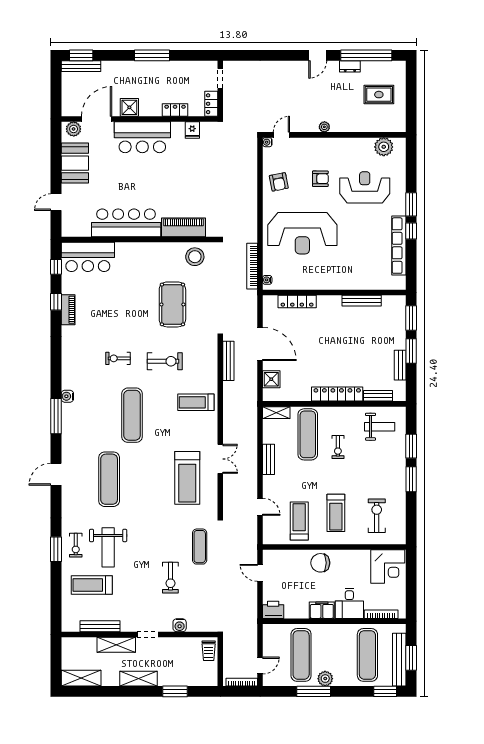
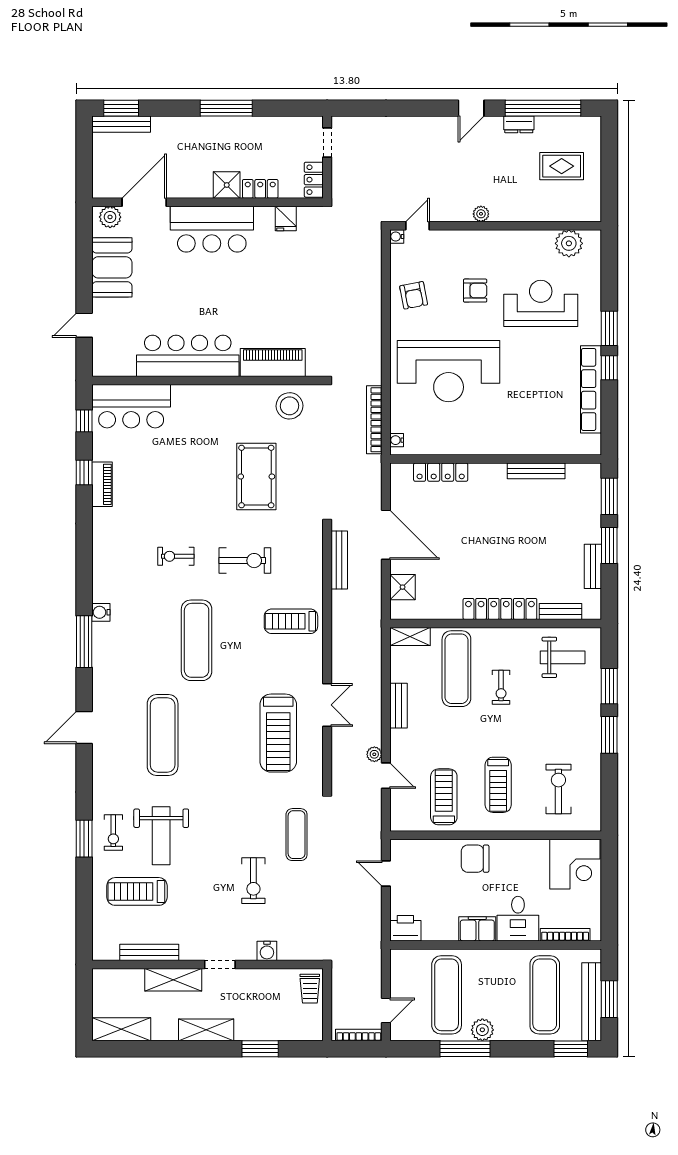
shower: (129, 107) -> (227, 185), moved
plant: (252, 492) -> (374, 754), added

